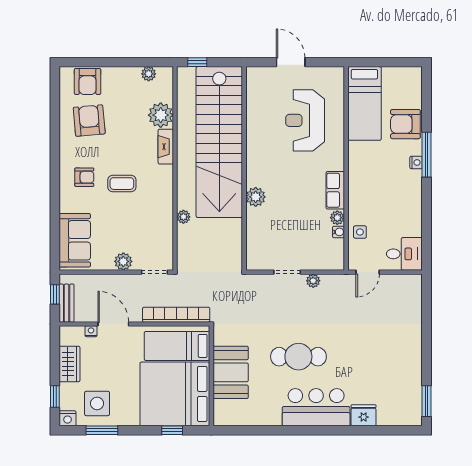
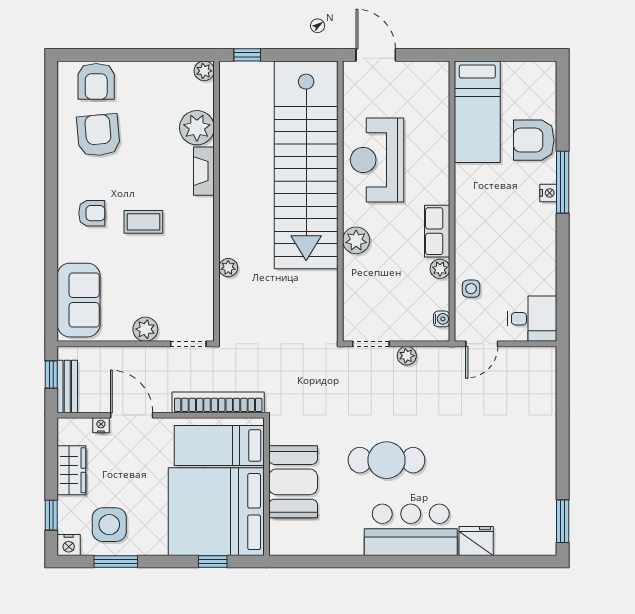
plant: (149, 74) -> (204, 71), moved
reception desk: (305, 120) -> (377, 160), moved
stairs: (219, 142) -> (306, 165), moved
wall: (244, 168) -> (340, 201), moved
plant: (256, 197) -> (356, 240), moved
water cooler: (339, 232) -> (442, 319), moved

